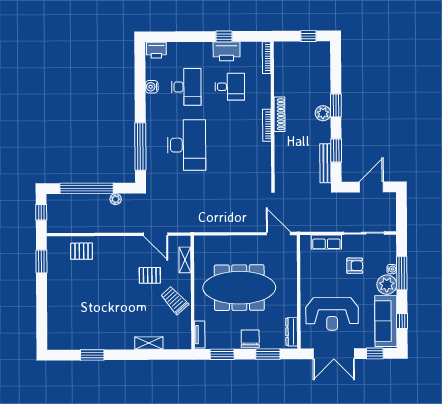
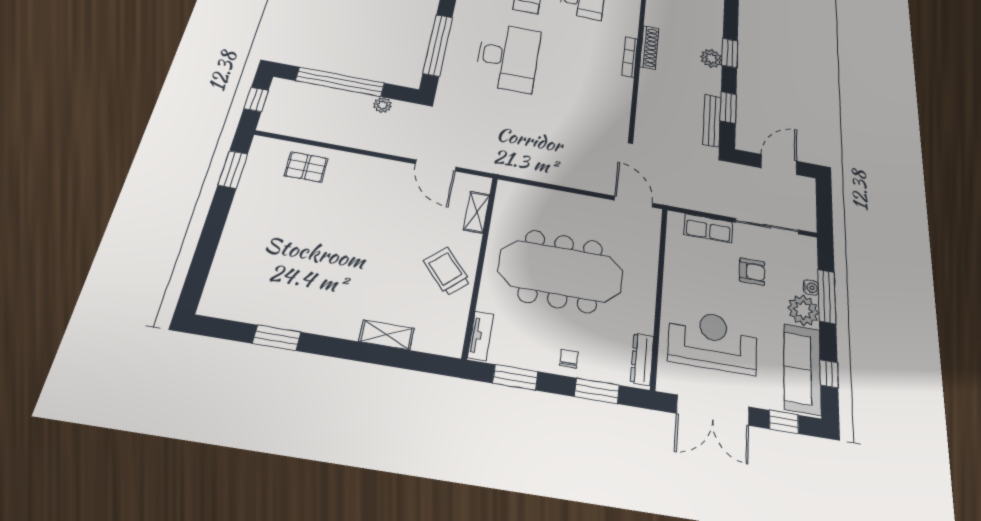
pallet: (150, 275) -> (413, 225), removed
reception desk: (332, 314) -> (713, 341), turned 180
chair: (250, 339) -> (569, 359), width x0.54, depth x0.54

